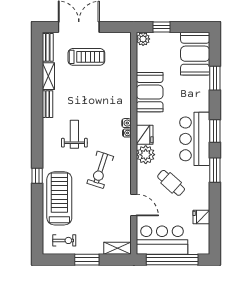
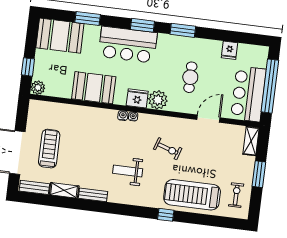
bar counter: (195, 139) -> (128, 45), moved
exercise bike: (100, 170) -> (168, 149), width x0.73, depth x0.72
cafe table: (171, 183) -> (190, 77), turned -42

